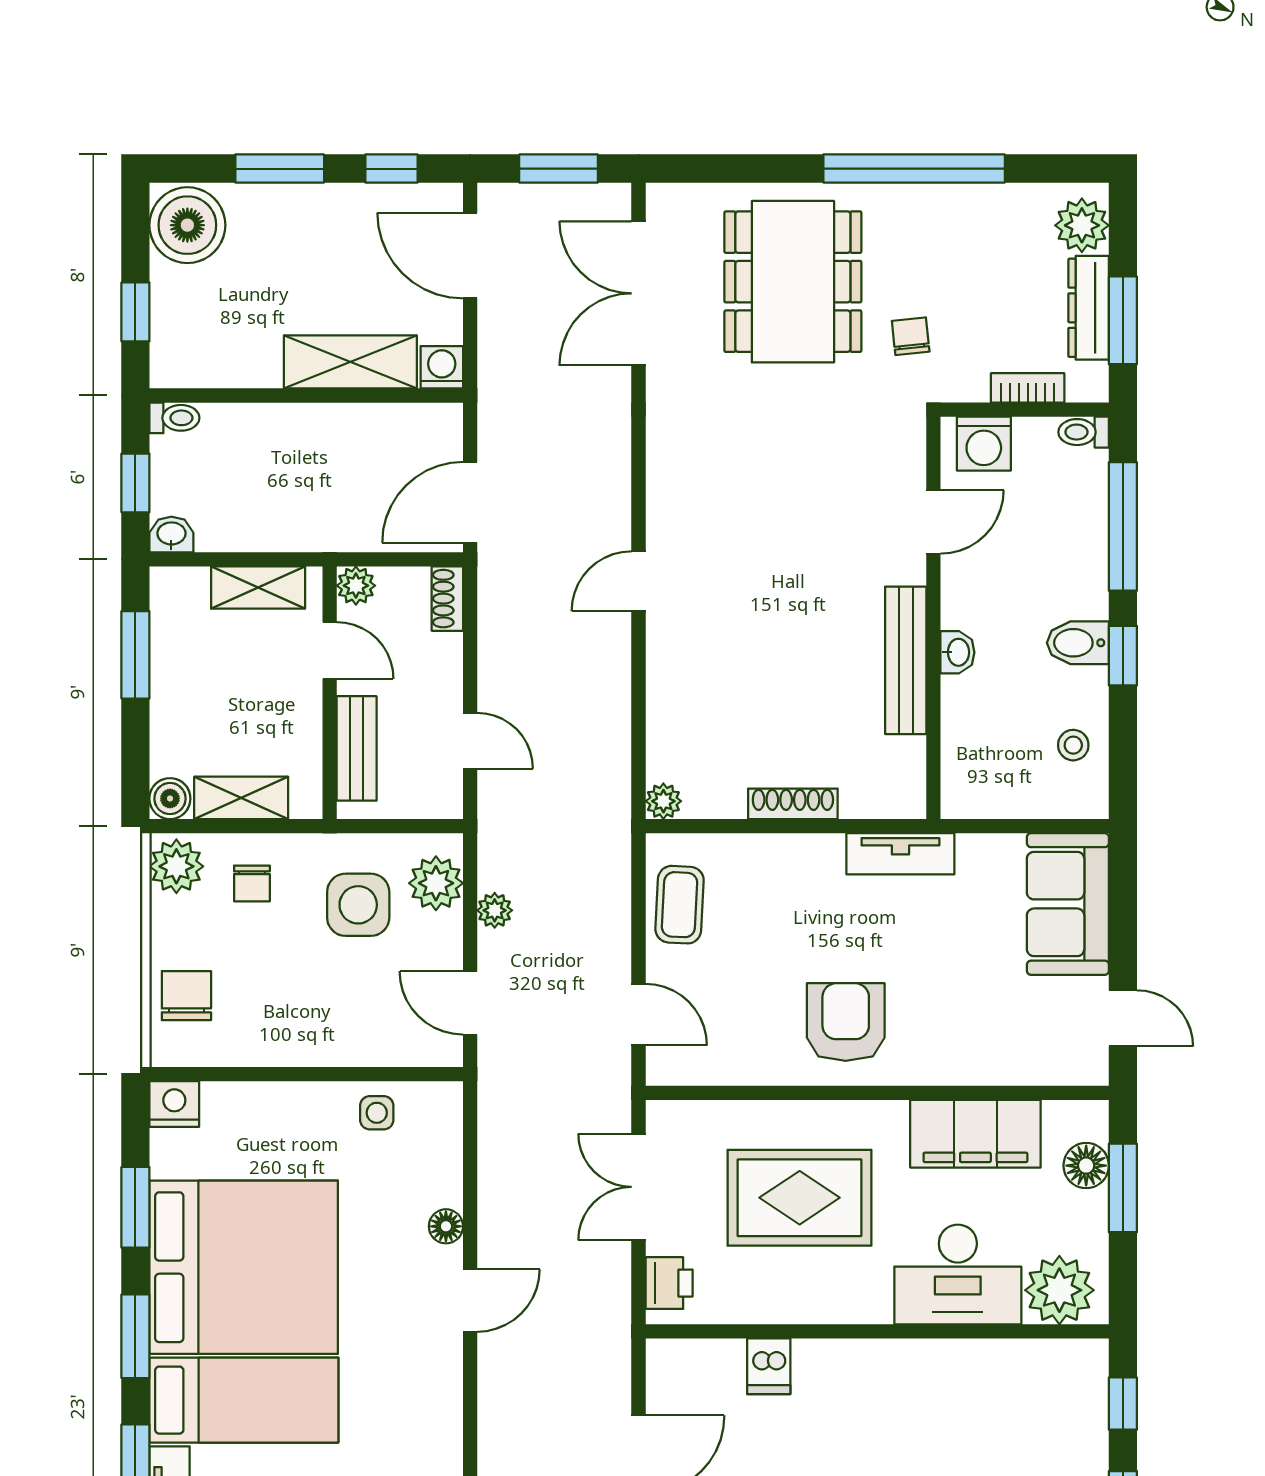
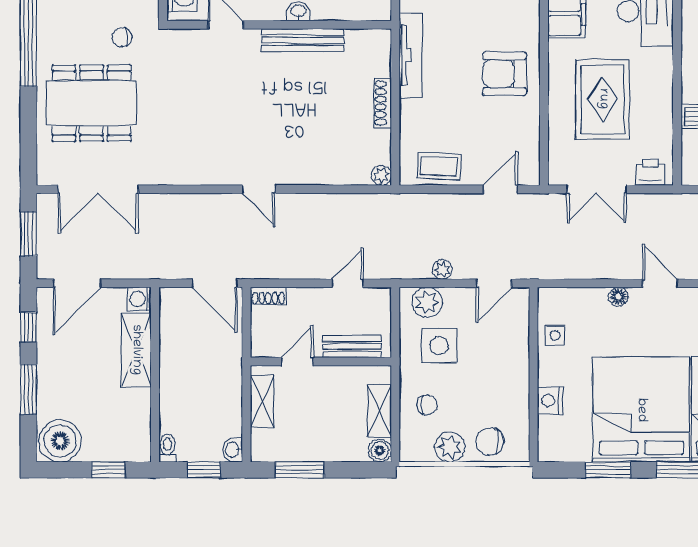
plant: (356, 586) -> (261, 347), removed
tv unit: (900, 854) -> (411, 55), width x1.41
plant: (176, 866) -> (450, 447), moved
nightstand: (174, 1104) -> (550, 401), moved

